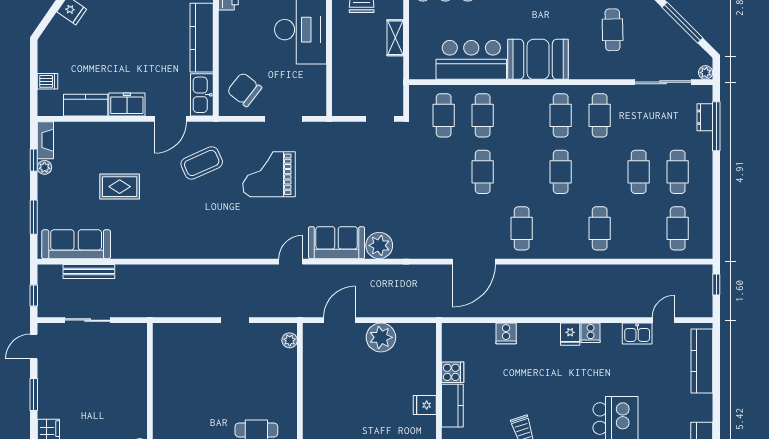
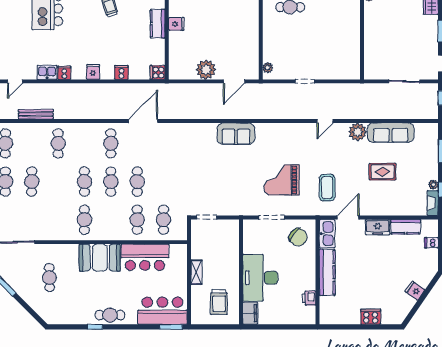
cafe table: (600, 115) -> (111, 182), moved
coffee table: (202, 163) -> (327, 188), turned -66
grand piano: (269, 174) -> (282, 180), turned 180
sofa: (76, 244) -> (391, 133), moved
plant: (379, 245) -> (358, 132), moved
door: (291, 262) -> (325, 121), moved
bench: (89, 271) -> (36, 114), moved
kitchen sink: (637, 333) -> (47, 72), moved
fridge: (570, 334) -> (93, 72), moved
cooker: (453, 372) -> (157, 73), moved

